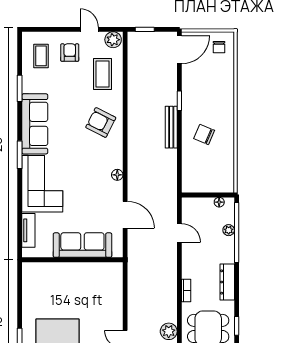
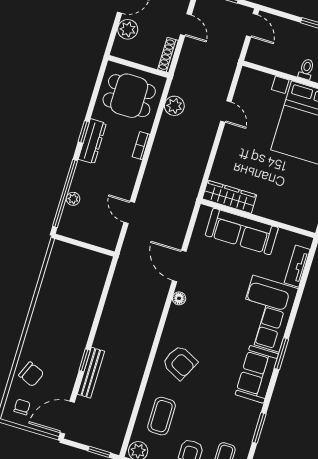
sofa: (35, 124) -> (257, 374), width x0.73
bench: (171, 127) -> (91, 373), moved
chair: (204, 134) -> (31, 374), moved
floor lamp: (219, 202) -> (74, 233), removed
door: (125, 215) -> (179, 266), moved
wardrobe: (101, 270) -> (229, 197), added
window: (237, 326) -> (84, 132), moved

